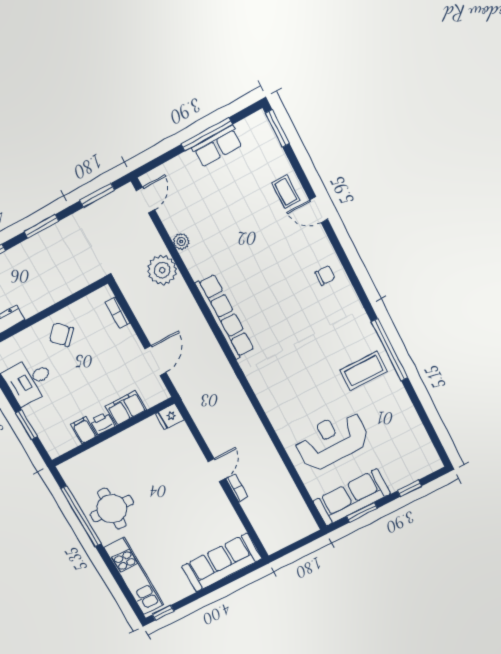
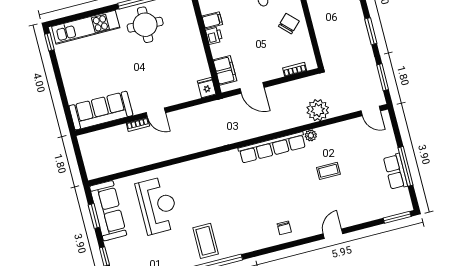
coffee table: (286, 192) -> (328, 171), moved
plant: (181, 242) -> (311, 135), moved
filing cabinet: (126, 408) -> (225, 70), moved
sofa: (222, 562) -> (101, 111), moved, turned -90

